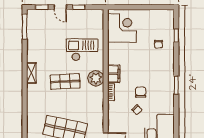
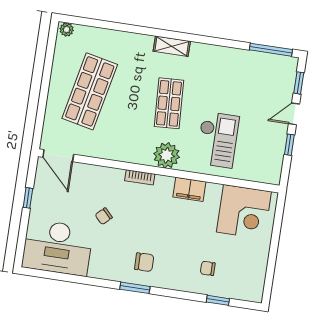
shelving: (31, 73) -> (172, 46), moved
filing cabinet: (114, 74) -> (189, 189), moved
chair: (141, 92) -> (144, 262), moved

